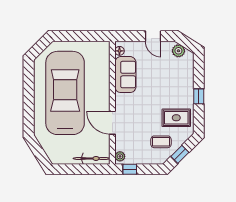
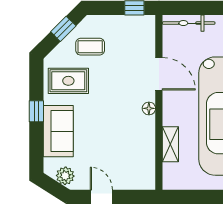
floor lamp: (119, 51) -> (149, 108), moved
shelving: (104, 73) -> (170, 144), added
sofa: (125, 75) -> (58, 131), moved, turned 180
plant: (120, 156) -> (148, 26), removed

